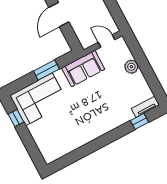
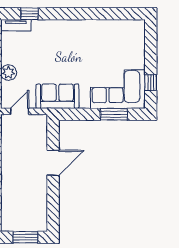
door: (107, 41) -> (20, 111), swing flipped
window: (46, 70) -> (114, 114), moved

